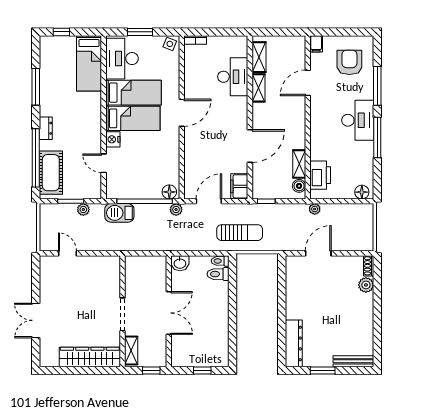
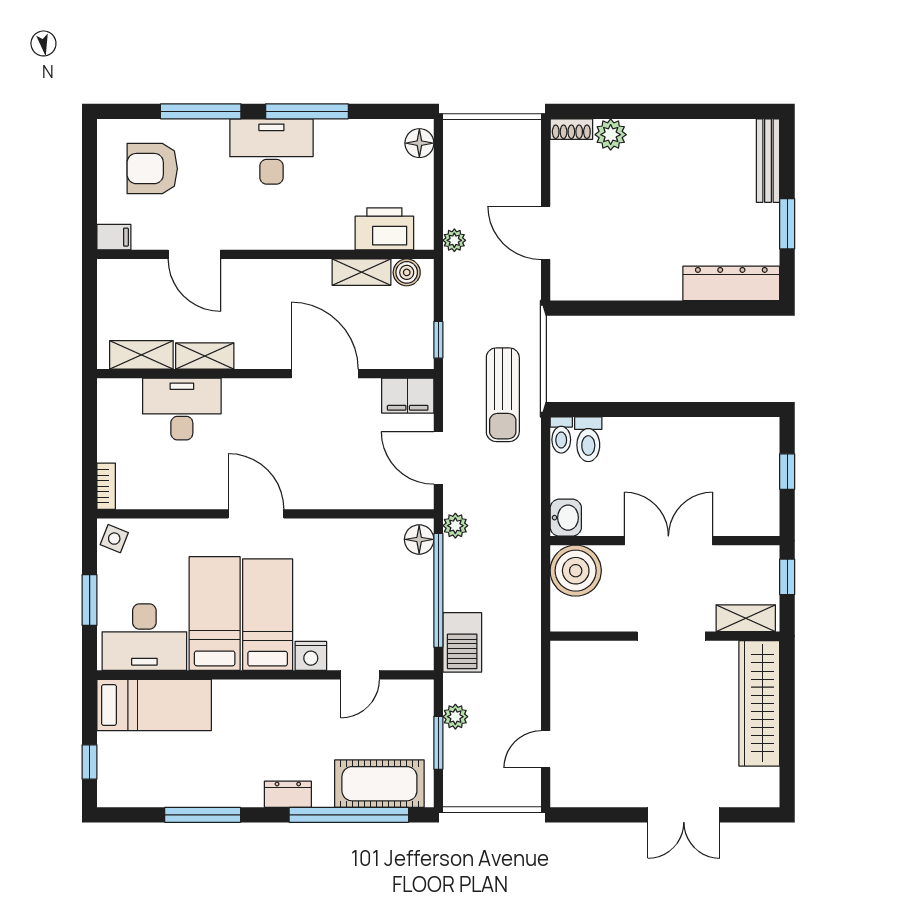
sun lounger: (240, 233) -> (503, 395), turned 180
boiler: (154, 268) -> (576, 571), added

